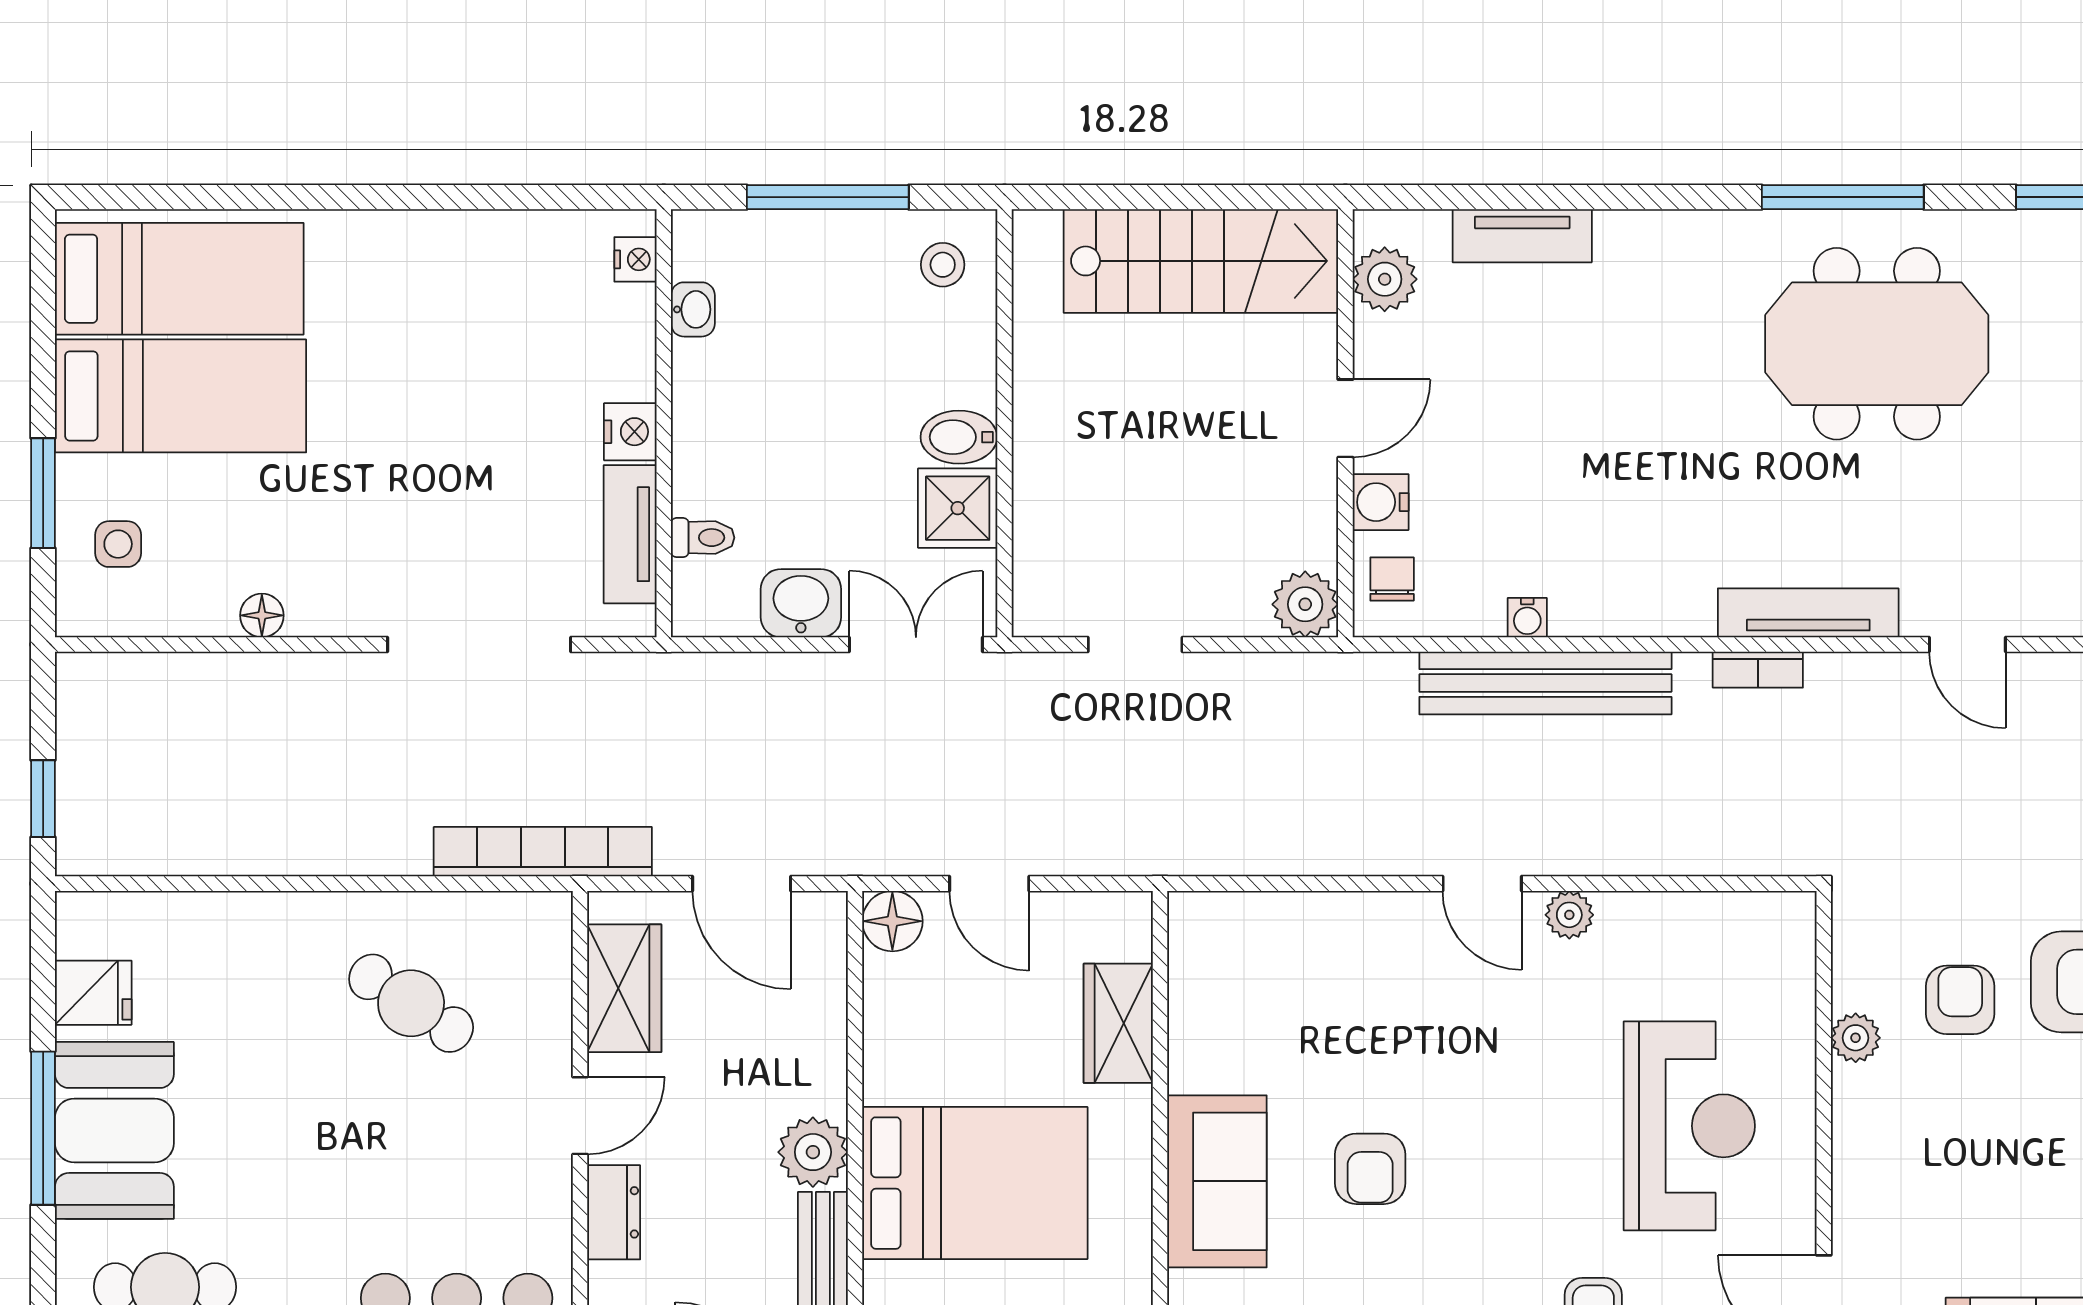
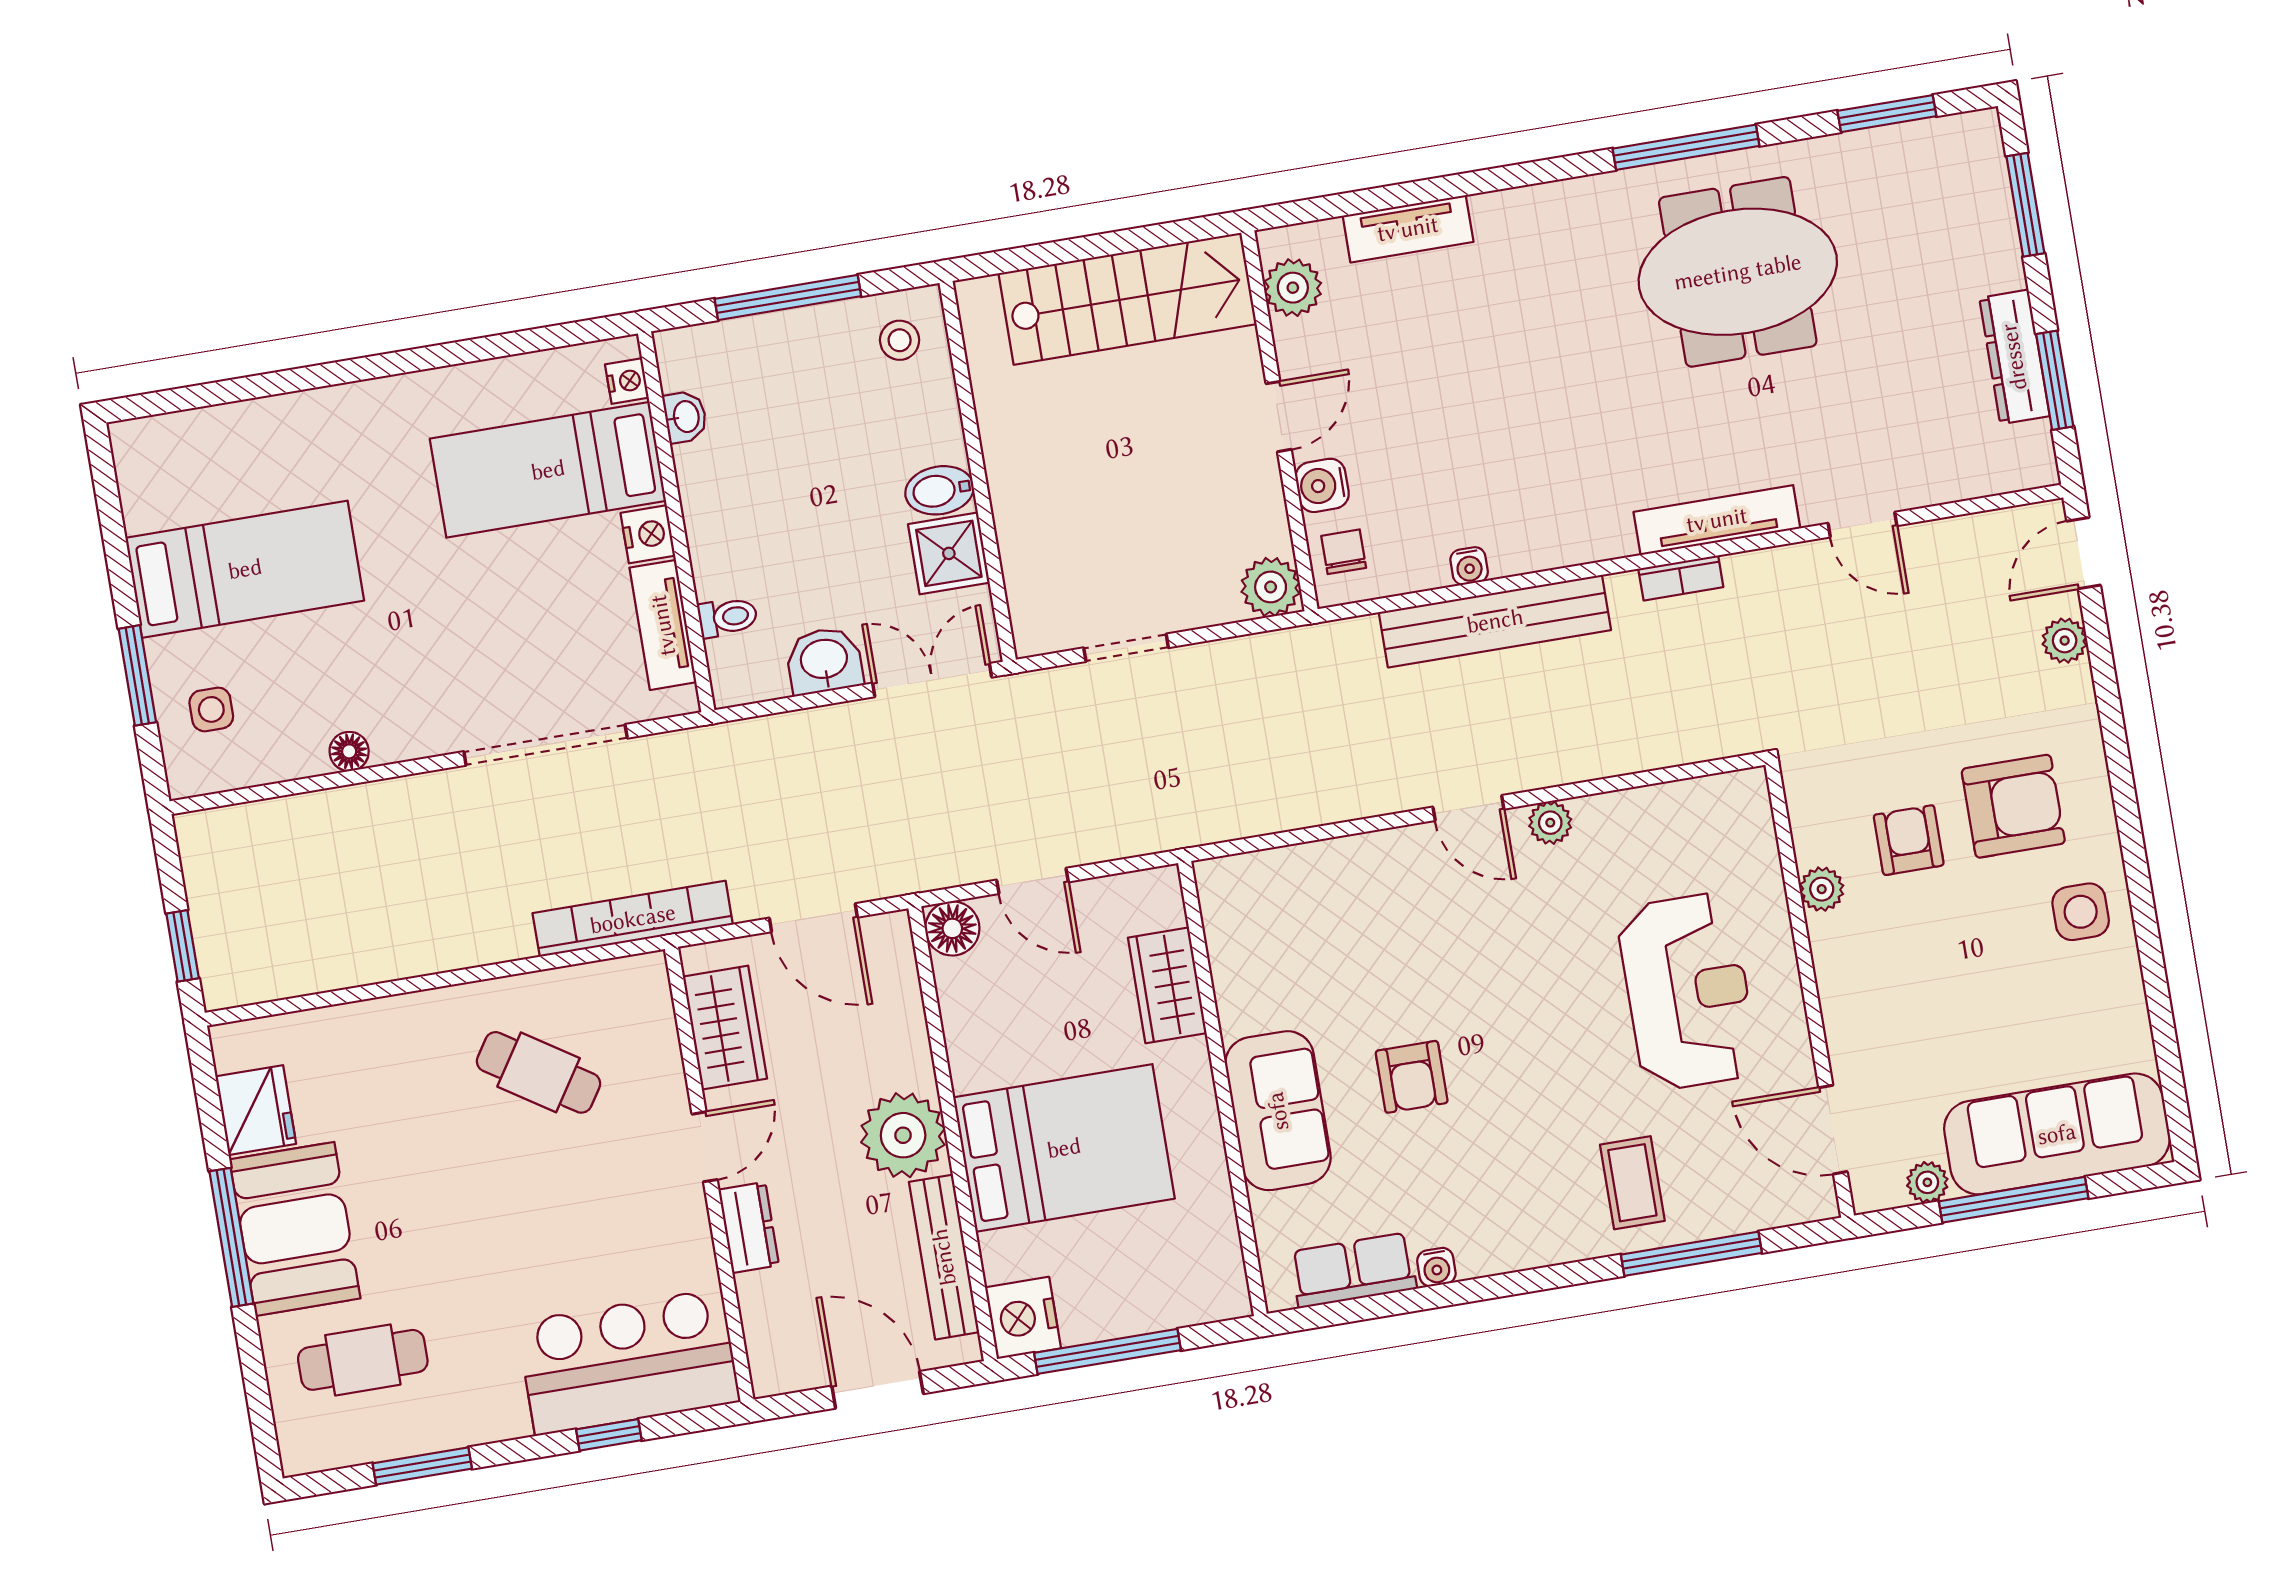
bed: (179, 279) -> (548, 470), moved, turned 180
fridge: (93, 993) -> (256, 1110), width x1.38
plant: (813, 1152) -> (903, 1135), width x1.36, depth x1.36

